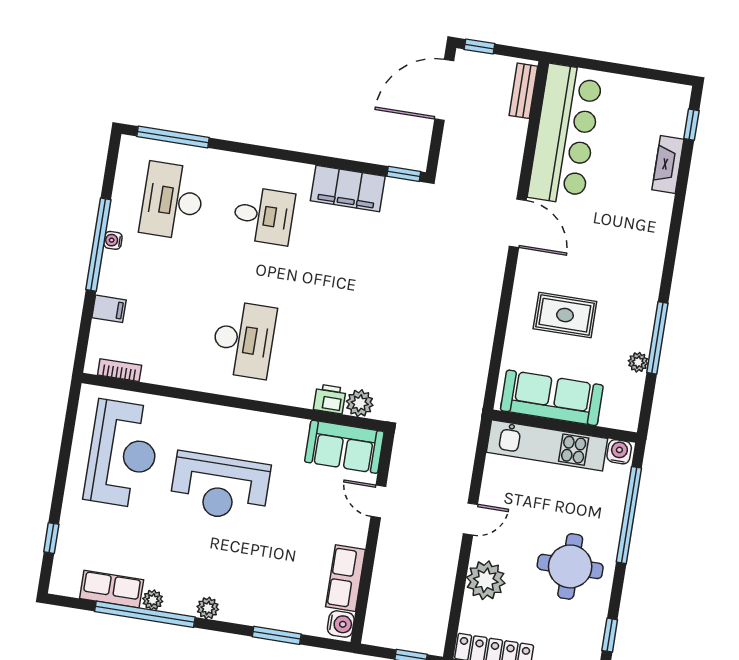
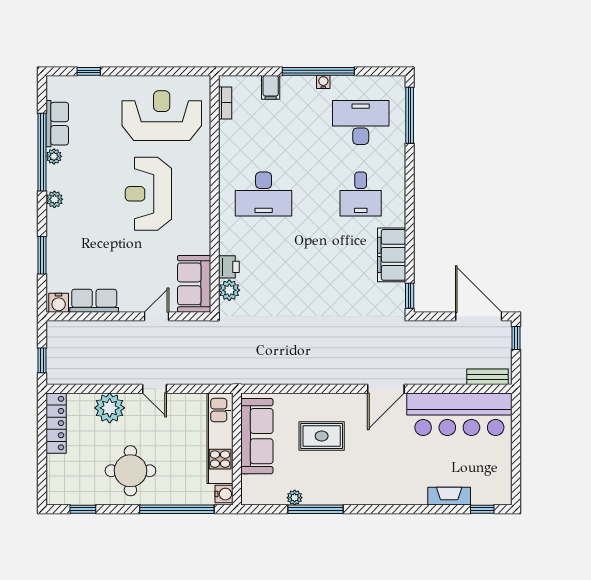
rug: (565, 315) -> (322, 436), turned 90
reception desk: (123, 454) -> (162, 116), turned 180

